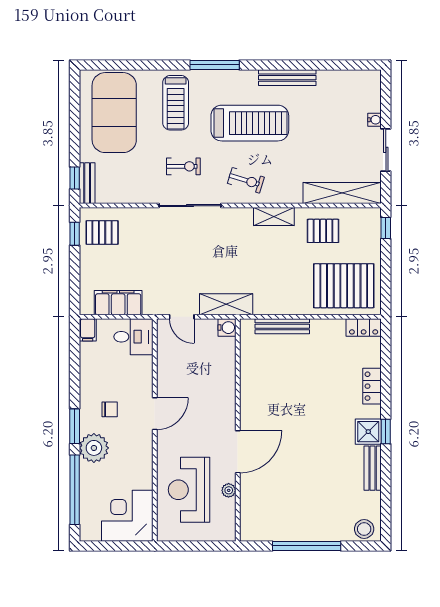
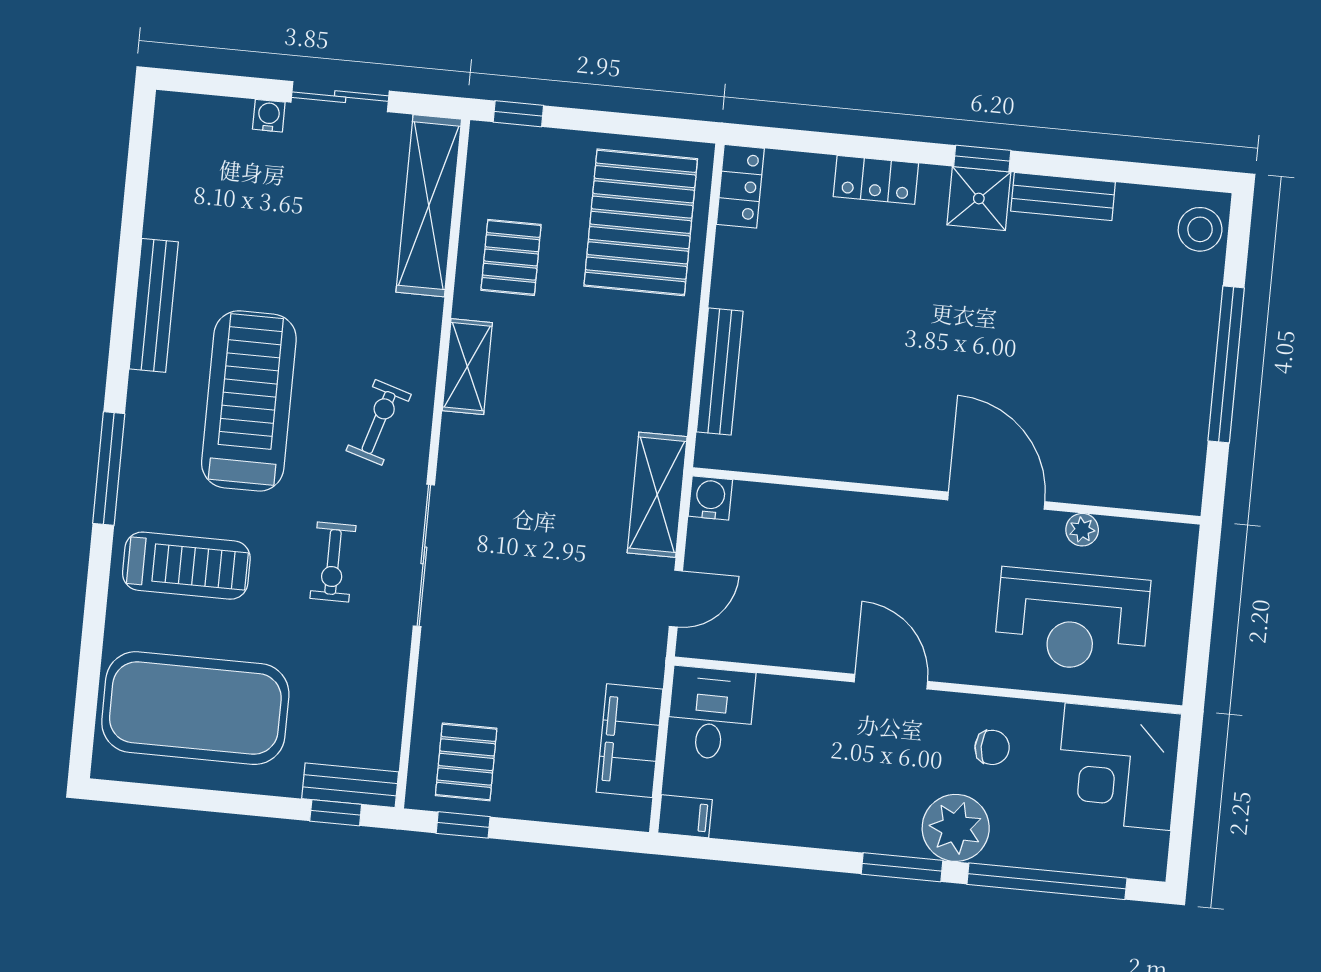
exercise bike: (183, 166) -> (333, 562), turned 180
chair: (110, 409) -> (992, 747), moved, turned 90

